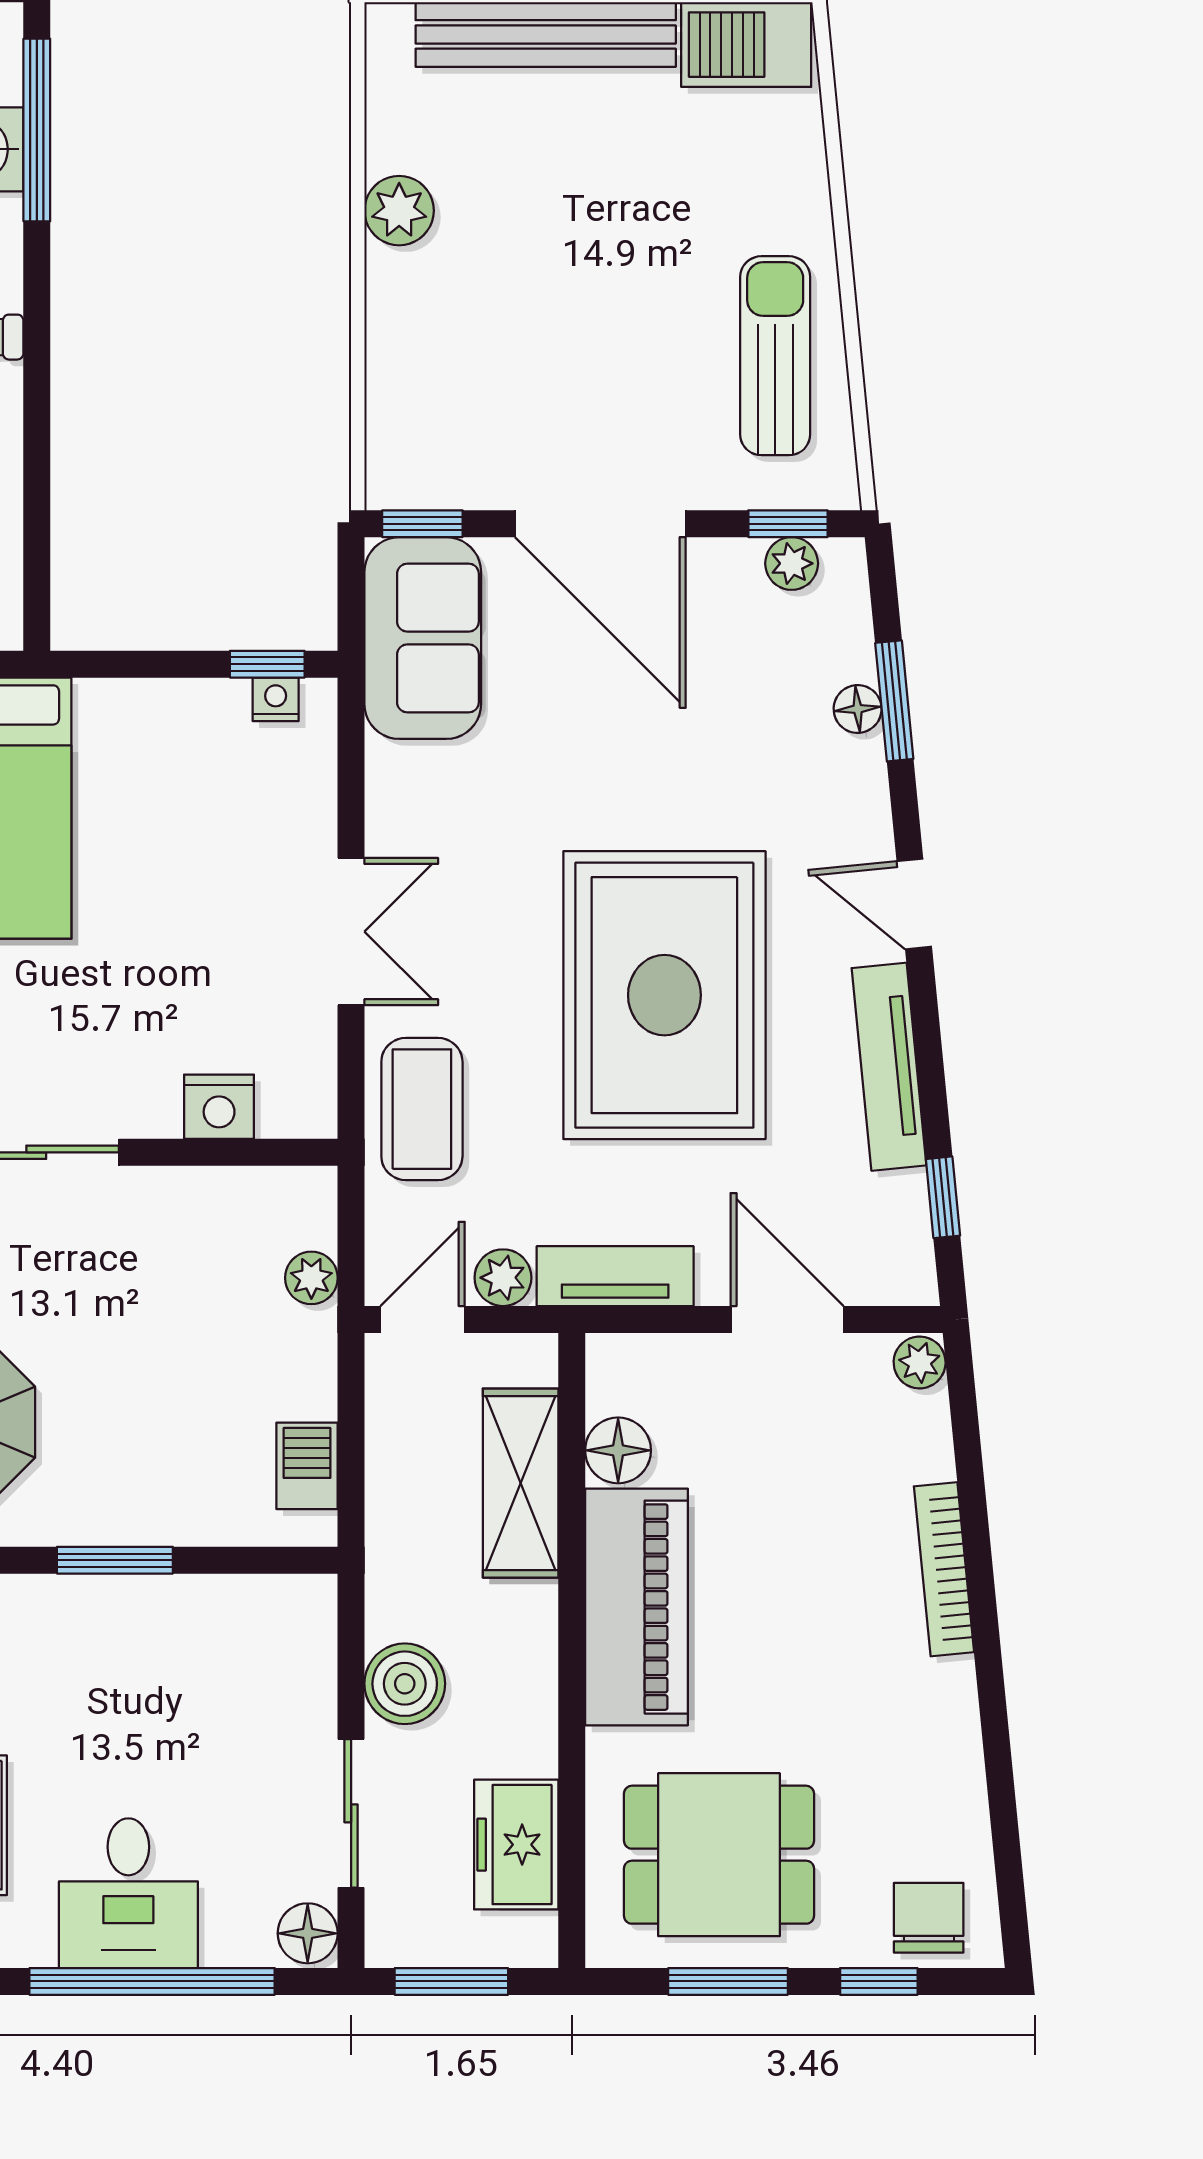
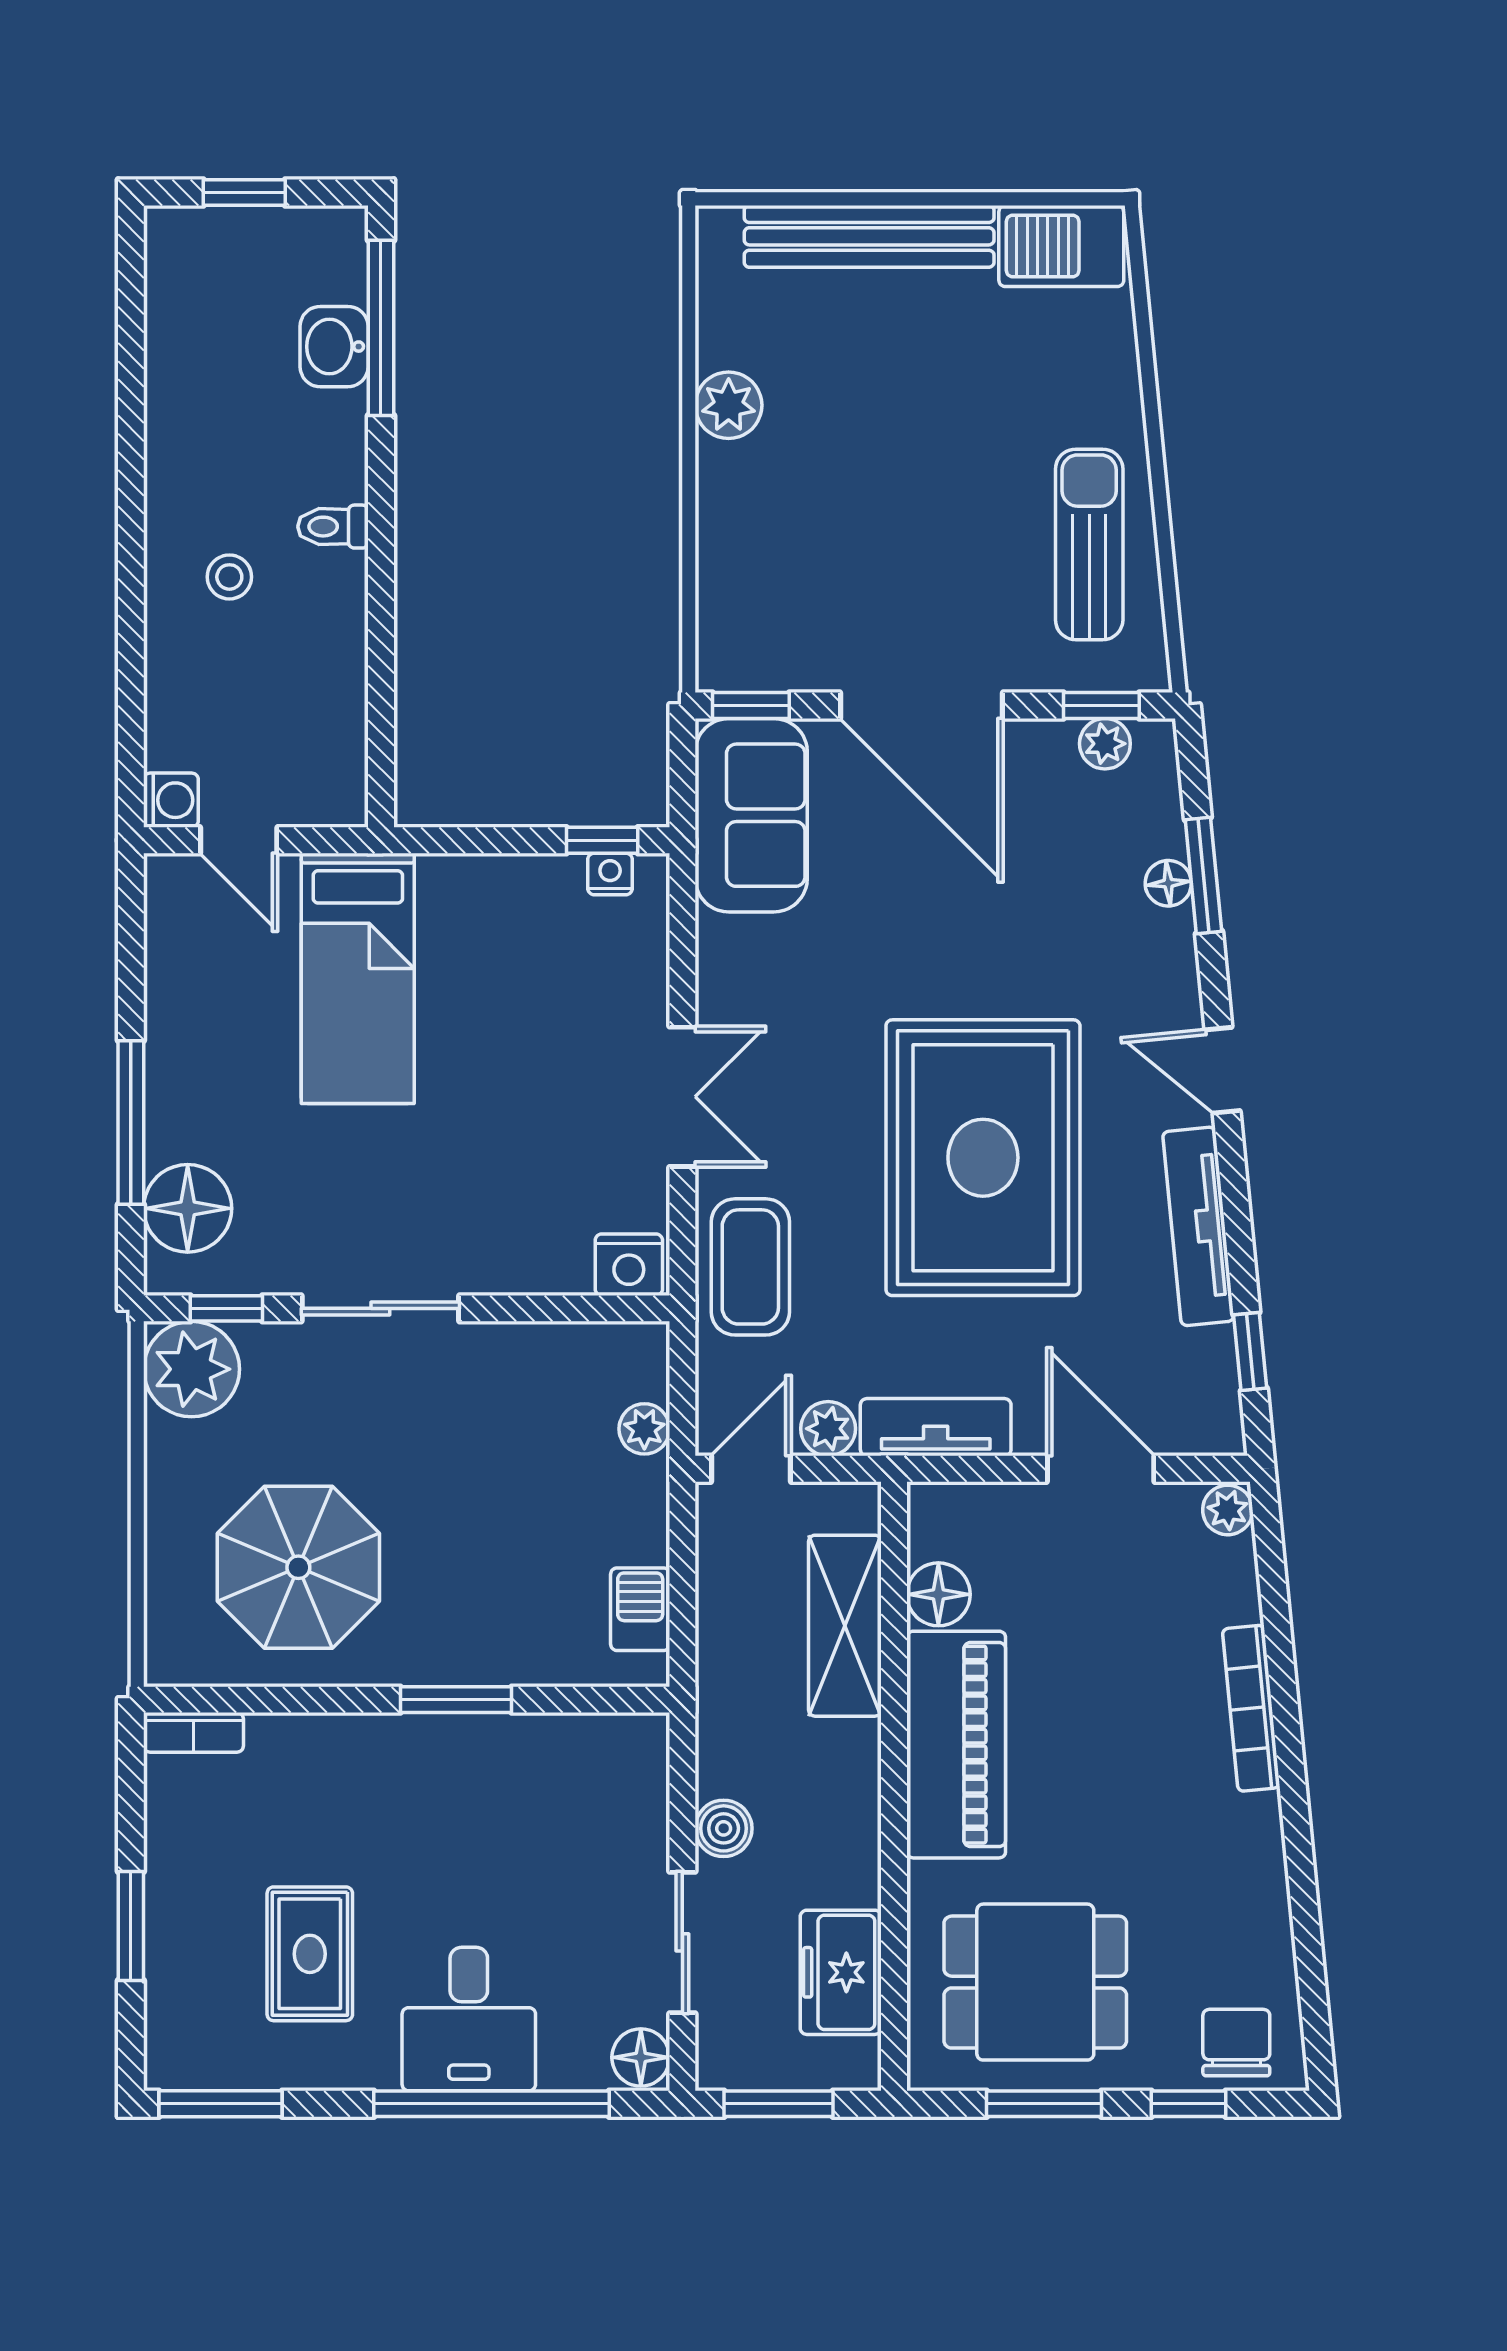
nightstand: (219, 1107) -> (629, 1265), moved
boiler: (405, 1684) -> (724, 1828), width x0.73, depth x0.73

